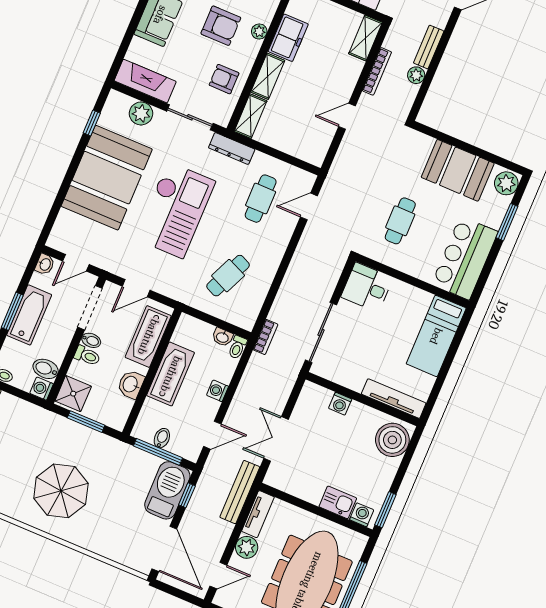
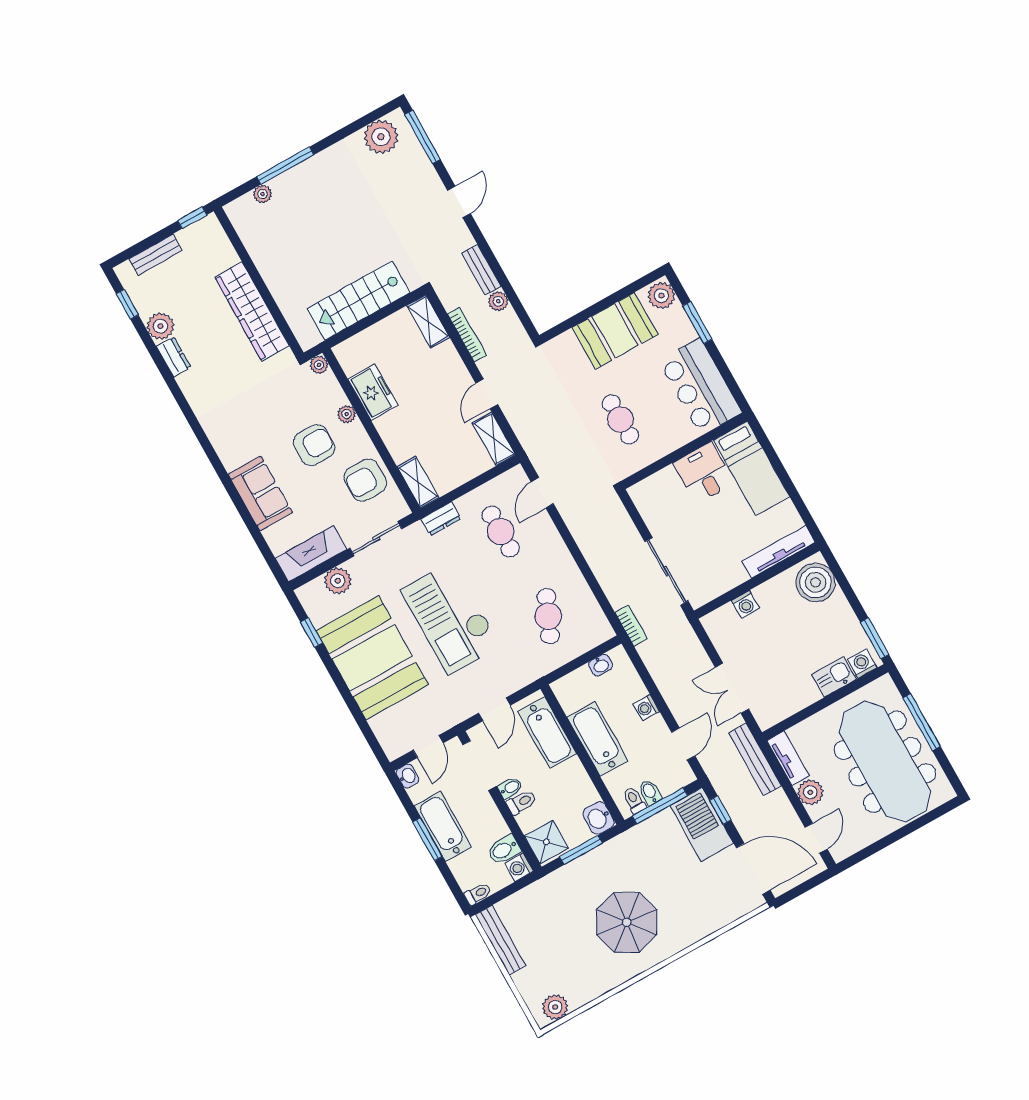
shelving: (268, 76) -> (494, 439), moved
armchair: (224, 79) -> (365, 480), width x1.38, depth x1.38
dresser: (232, 148) -> (441, 519), width x0.70
checkout: (175, 210) -> (451, 618), turned 180
desk: (367, 287) -> (704, 473), moved, turned 90
toilet: (237, 347) -> (634, 800), moved, turned 180
washbasin: (131, 384) -> (598, 818), moved

